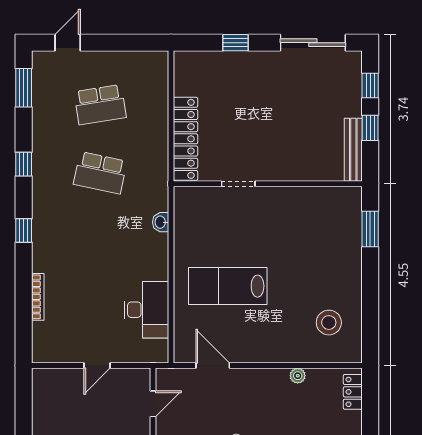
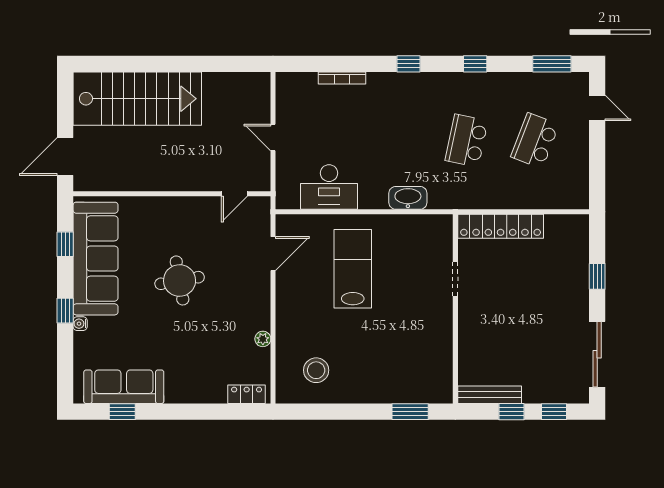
school desk: (100, 105) -> (535, 141), turned 30
washbasin: (161, 222) -> (408, 198), width x1.91, depth x1.45
door: (153, 404) -> (234, 194), hinge flipped

